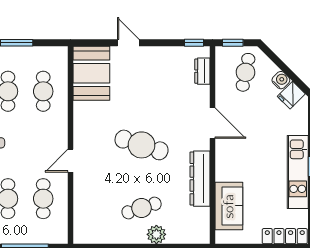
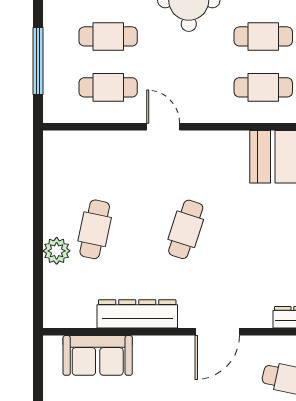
cafe table: (142, 145) -> (186, 229), width x0.73, depth x0.74
cafe table: (142, 208) -> (95, 229), turned 30

